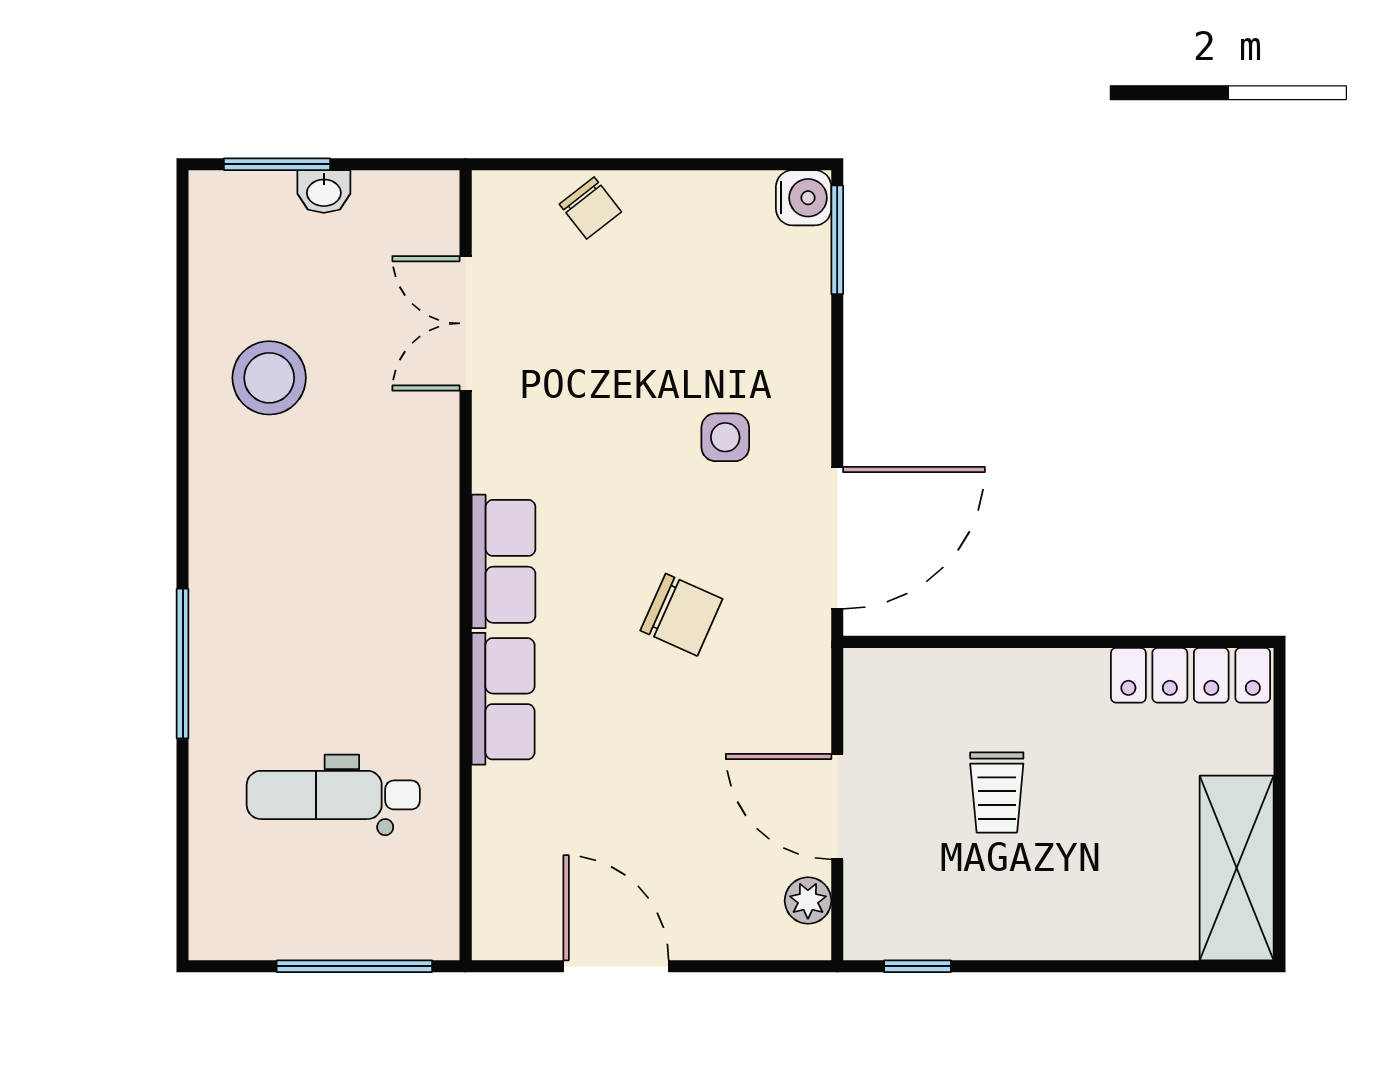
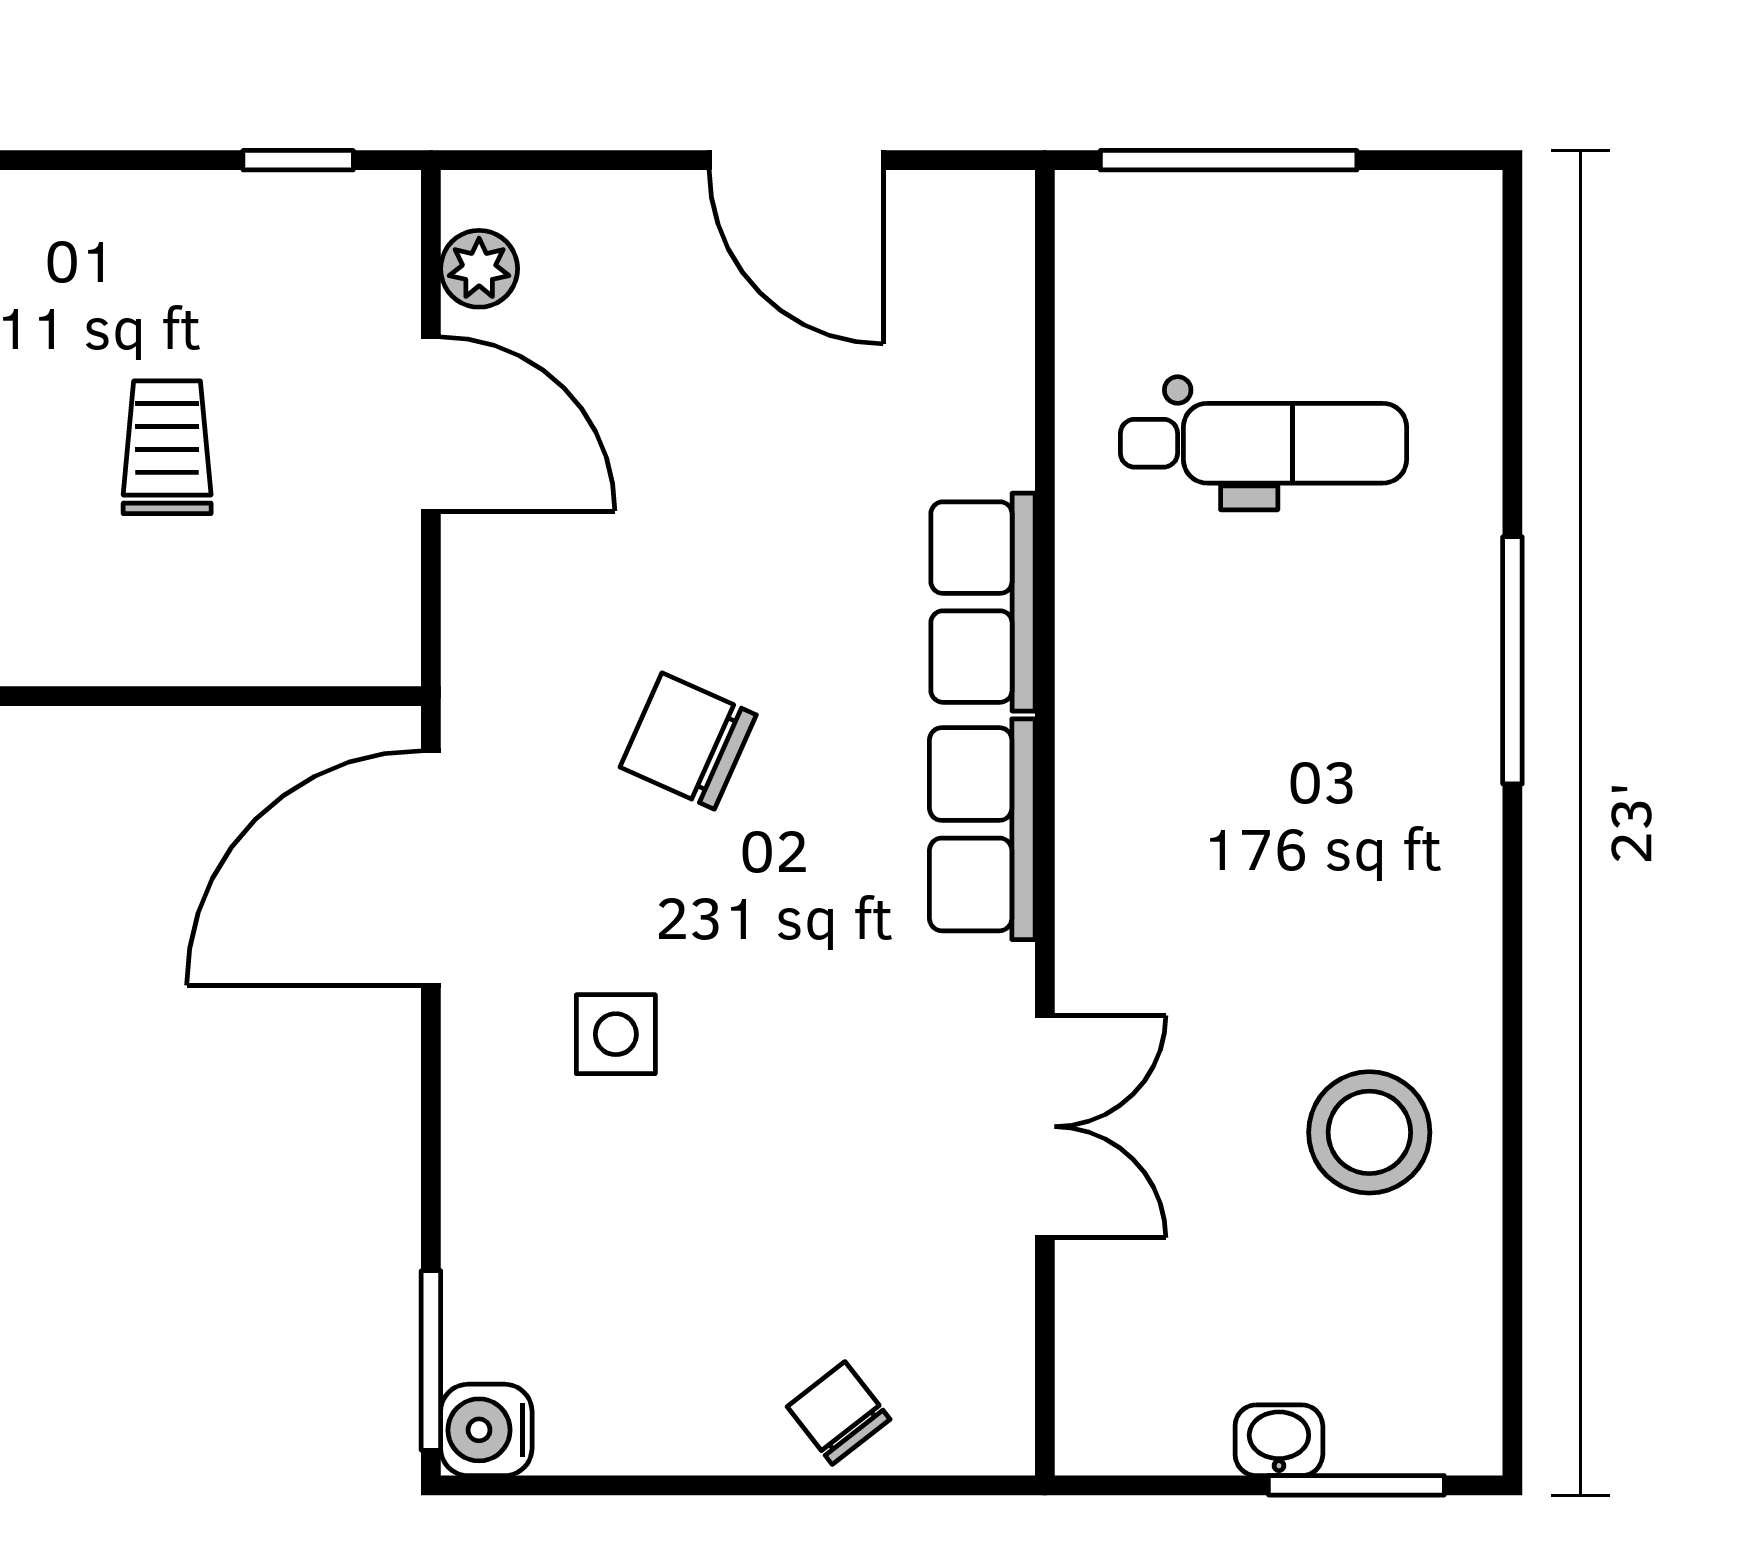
double door: (466, 323) -> (1045, 1127), moved

